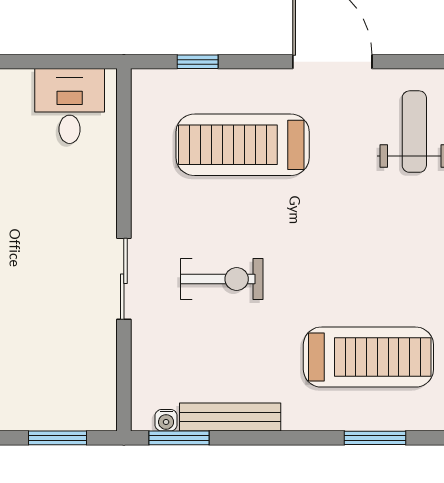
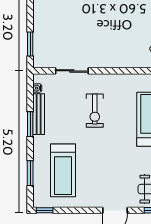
sliding door: (124, 279) -> (72, 71), moved
window: (179, 438) -> (30, 124), moved

